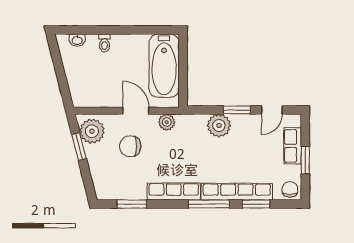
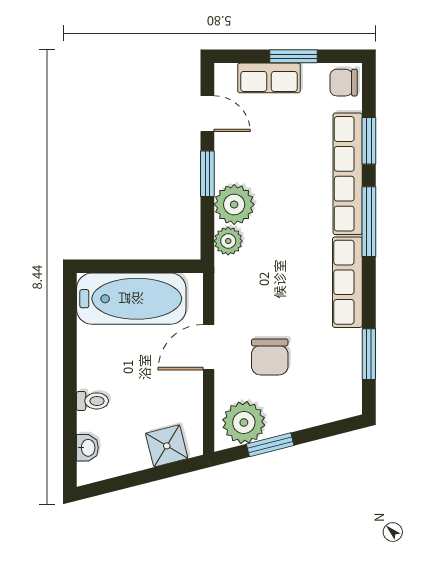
shower: (78, 86) -> (167, 446), added
plant: (167, 122) -> (228, 241), moved

